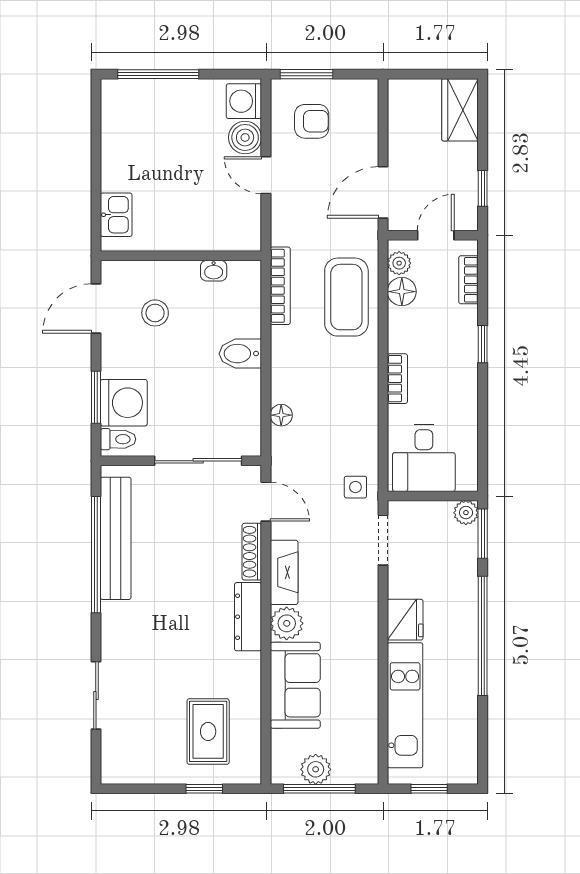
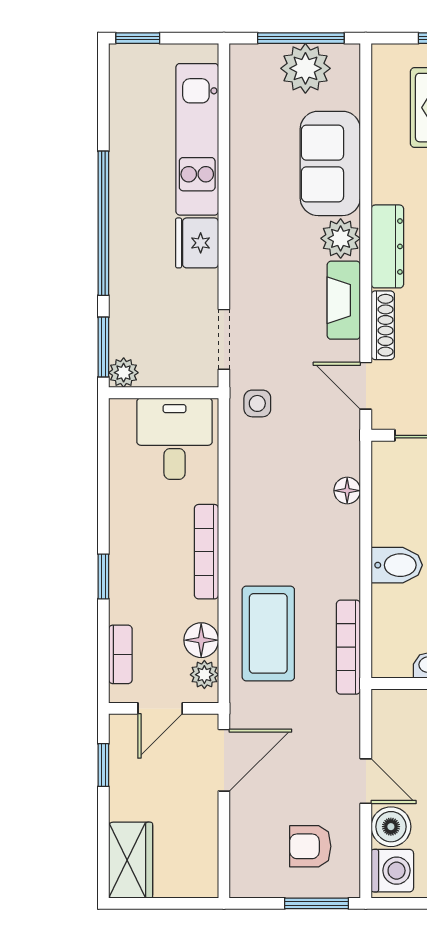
bookcase: (397, 379) -> (207, 552), width x1.56
plant: (316, 769) -> (305, 68), width x1.36, depth x1.36
window: (429, 789) -> (138, 38), moved

